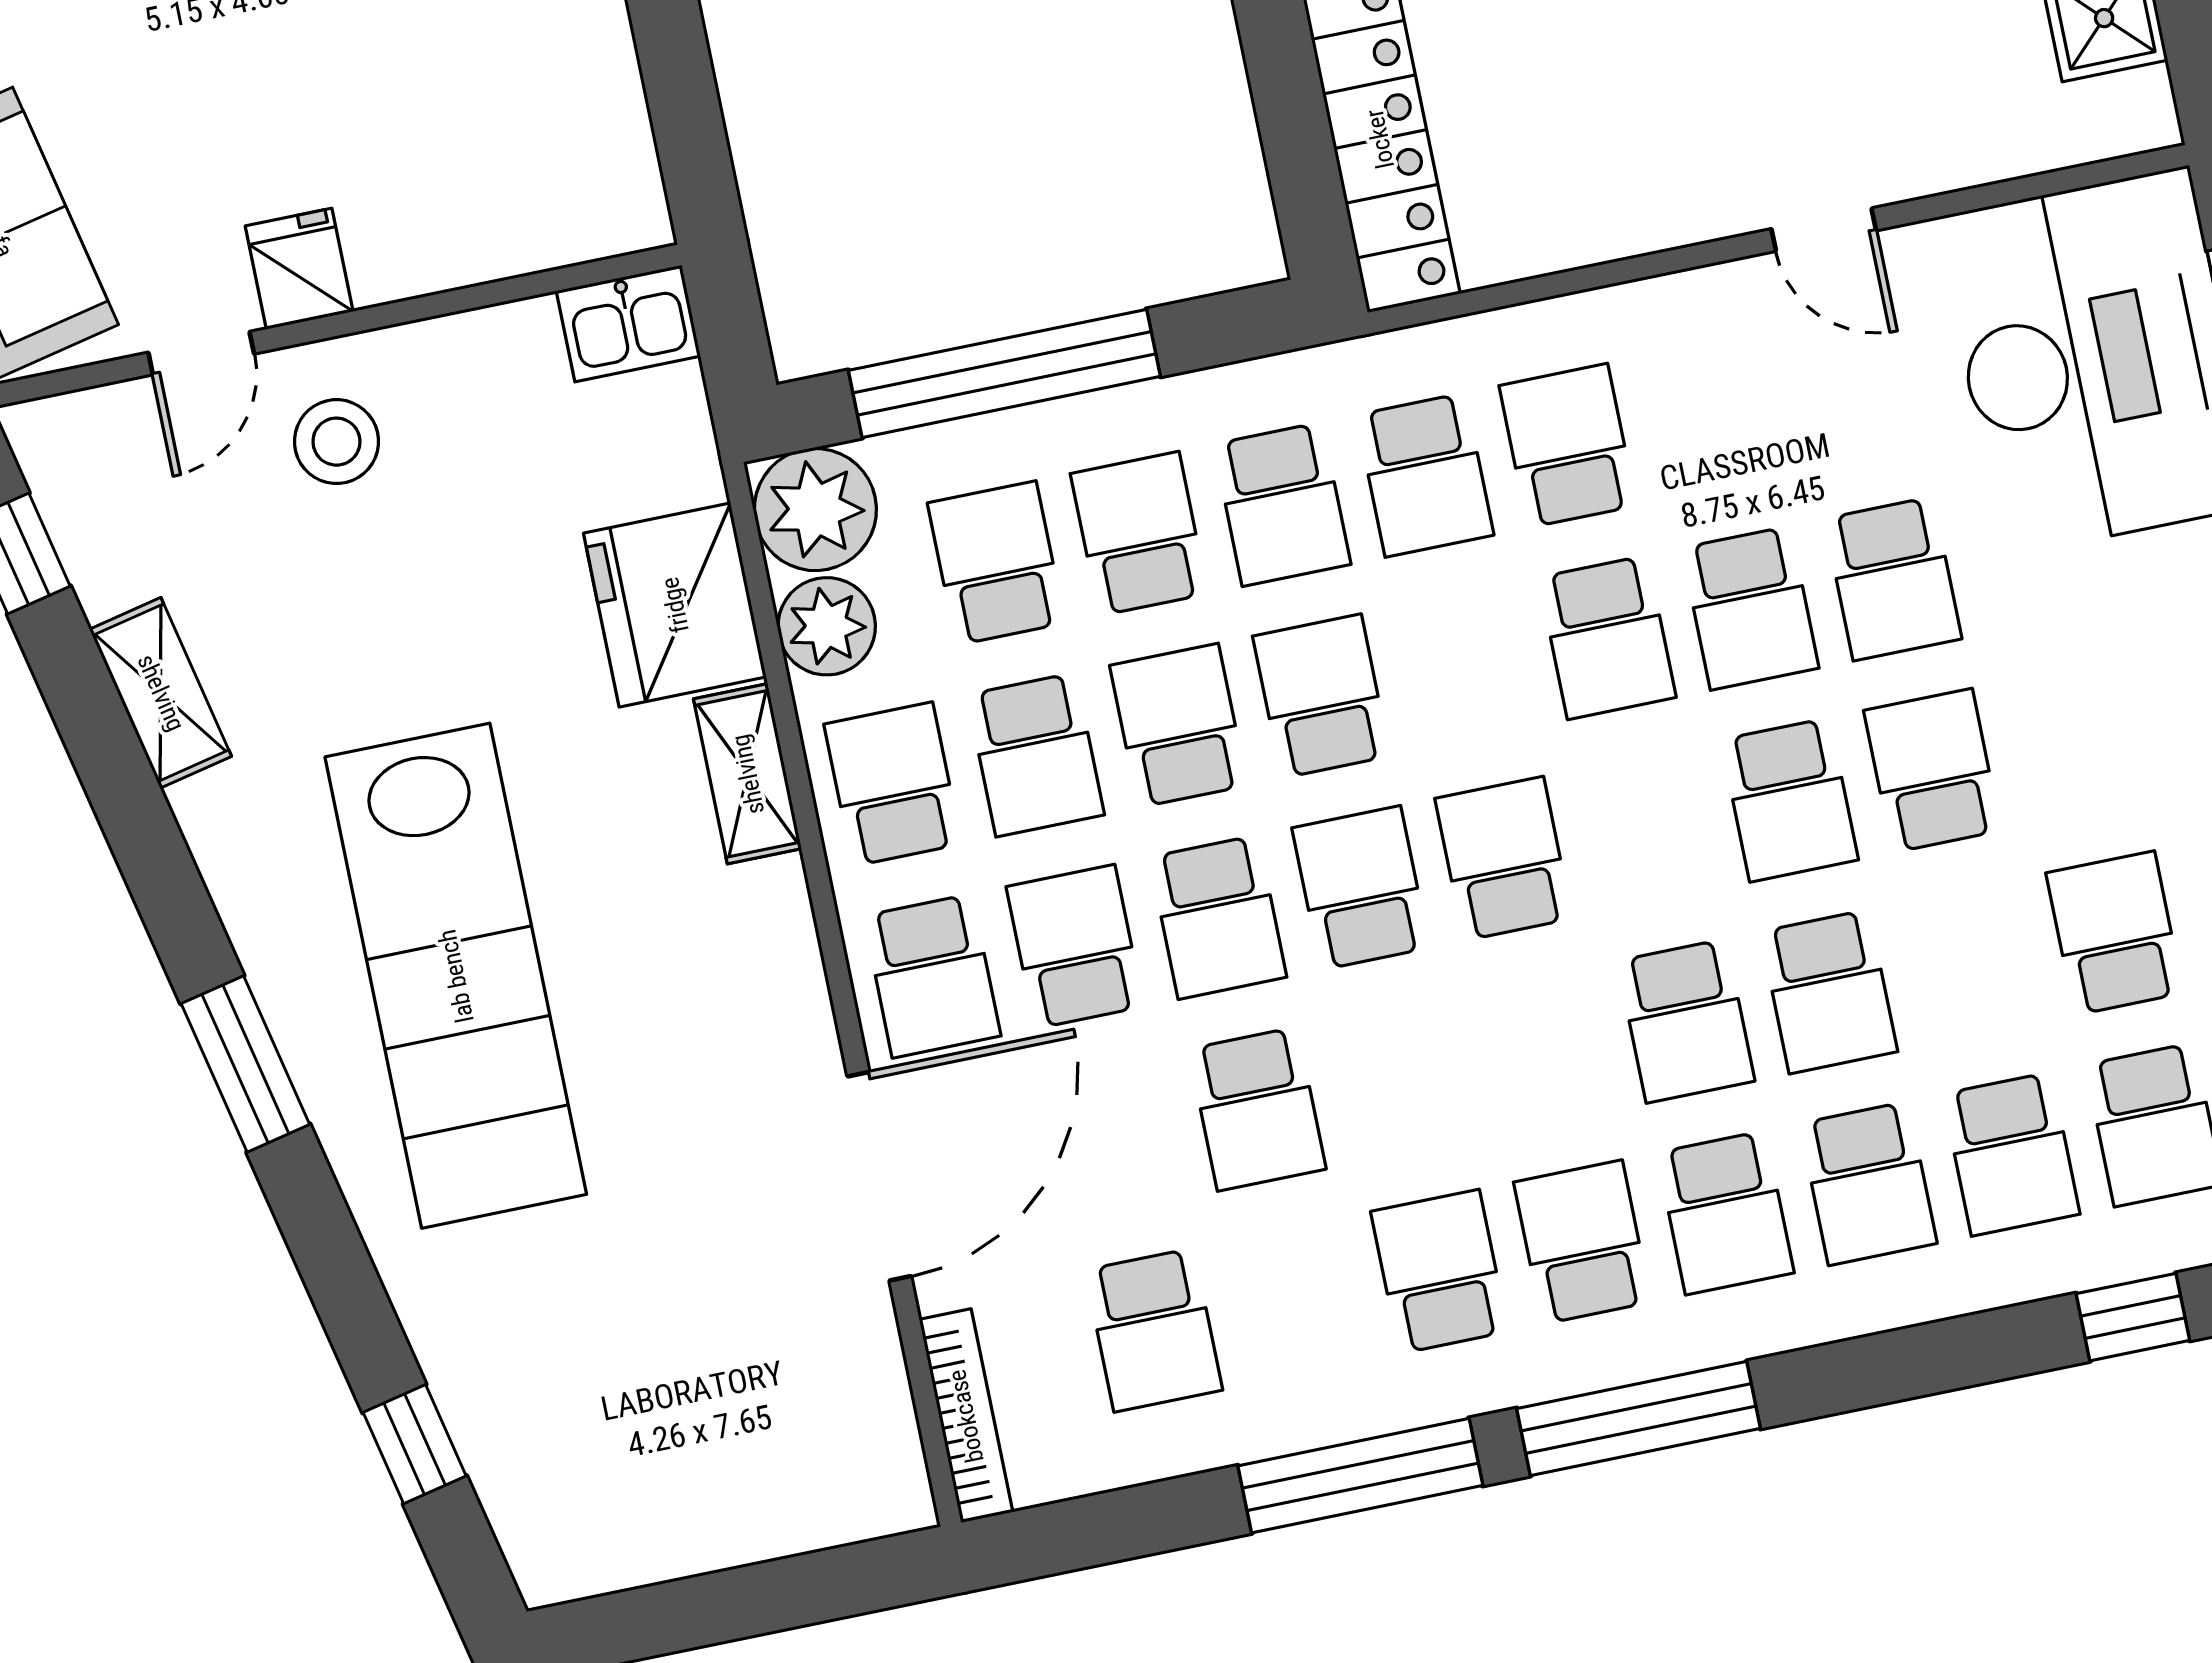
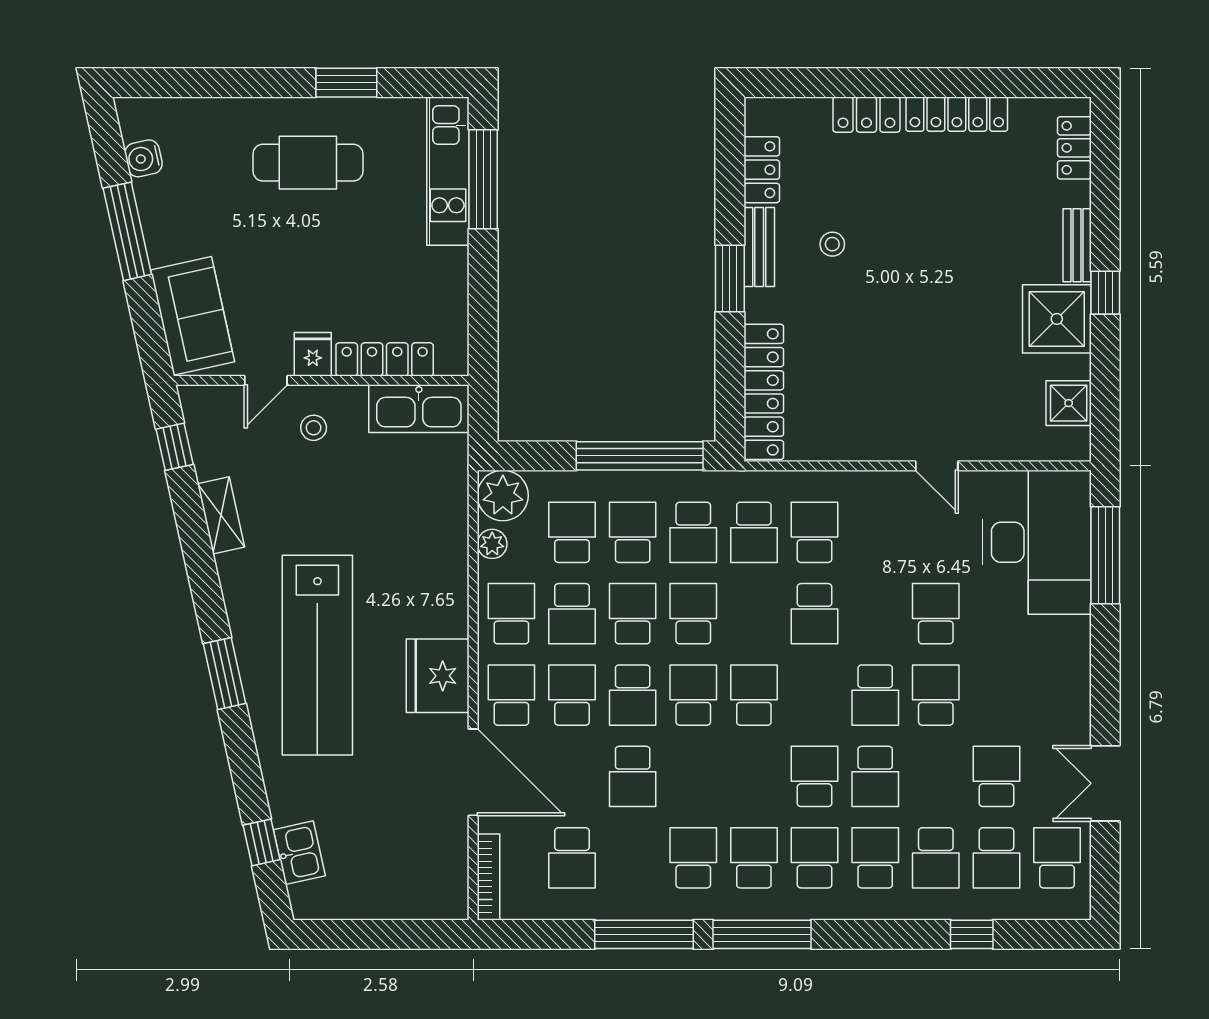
locker: (471, 246) -> (385, 359), added
kitchen sink: (628, 323) -> (419, 409), width x1.87, depth x1.24
window: (1004, 373) -> (640, 456), moved
stool: (336, 442) -> (314, 428), width x0.73, depth x0.73
school desk: (1893, 579) -> (936, 614), turned 180
fridge: (675, 605) -> (438, 676), moved
school desk: (1750, 608) -> (875, 614), removed
plant: (827, 626) -> (492, 544), width x0.73, depth x0.73
shelving: (748, 774) -> (453, 597), removed
school desk: (932, 976) -> (511, 695), turned 180
school desk: (1686, 1021) -> (815, 776), turned 180
door: (879, 1176) -> (473, 772), hinge flipped
school desk: (1868, 1183) -> (875, 858), turned 180
school desk: (1725, 1213) -> (815, 858), turned 180
kitchen sink: (509, 1450) -> (299, 853), added

